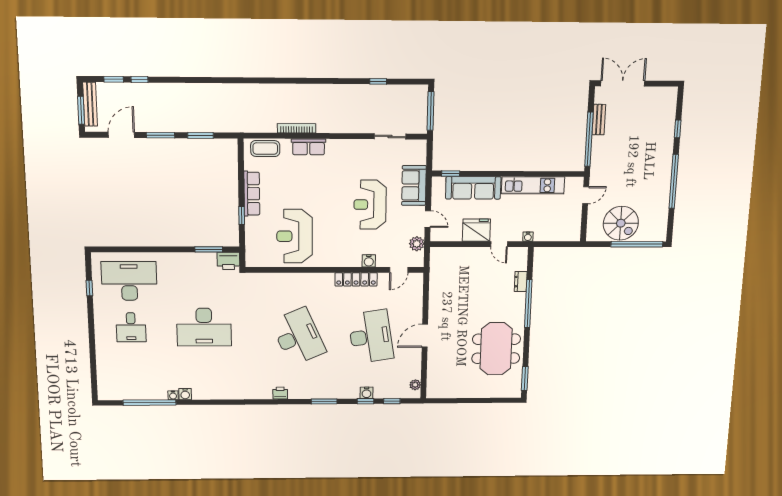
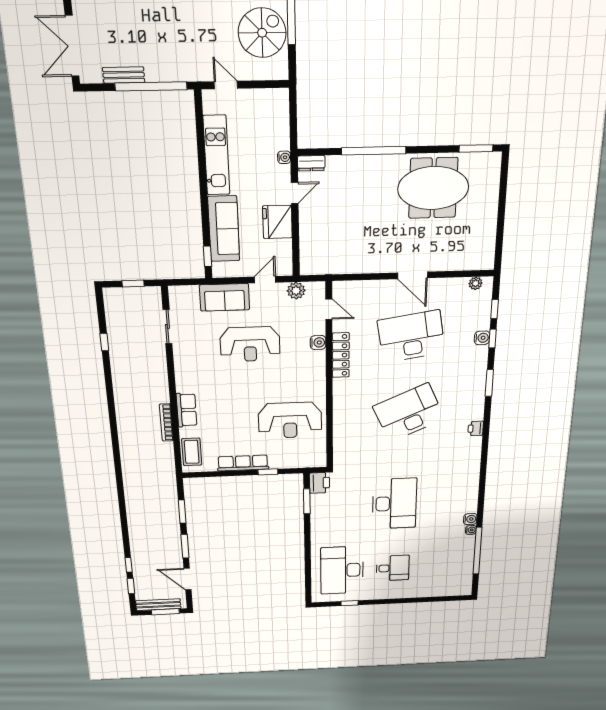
window: (431, 111) -> (133, 283), width x0.46
dresser: (521, 282) -> (311, 163), moved

